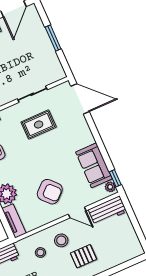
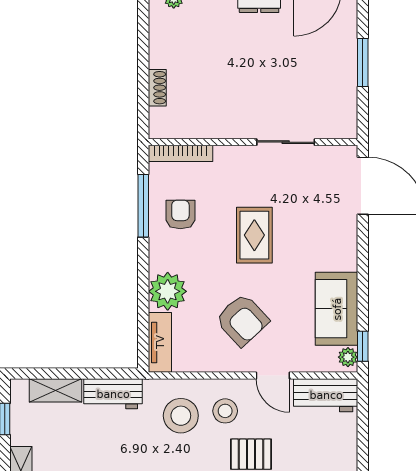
rug: (39, 125) -> (254, 235), moved, turned 90
stool: (40, 252) -> (181, 416), width x1.89, depth x1.89

